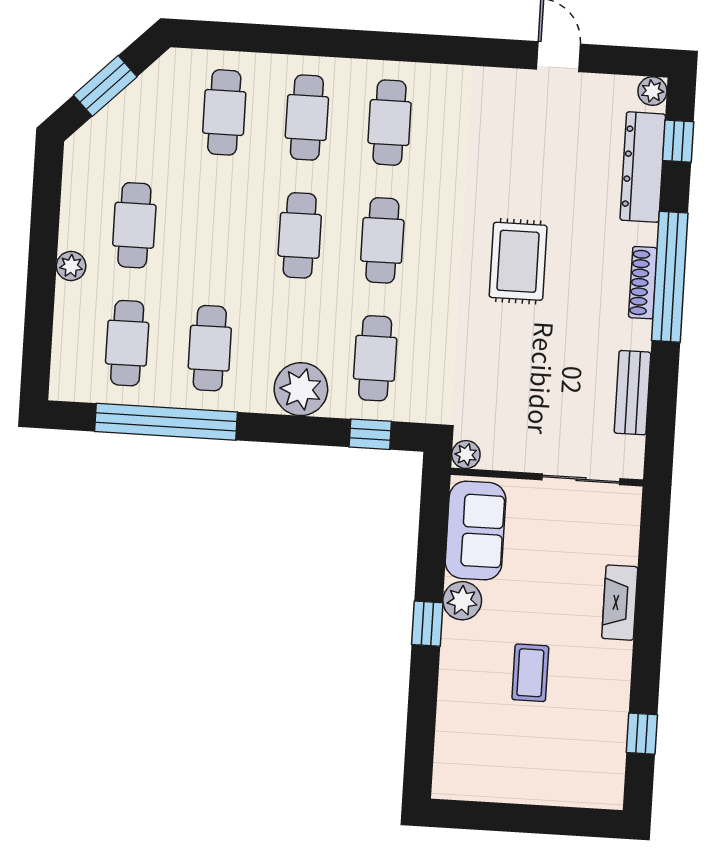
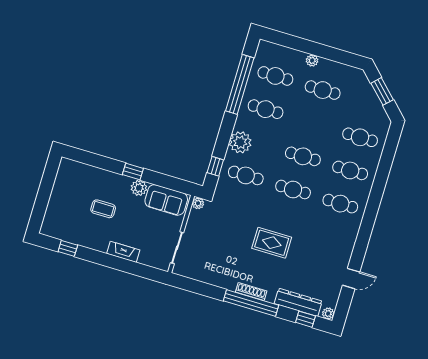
bench: (632, 393) -> (207, 277), removed

